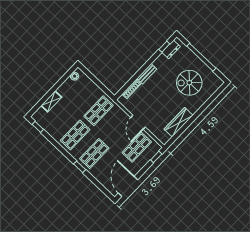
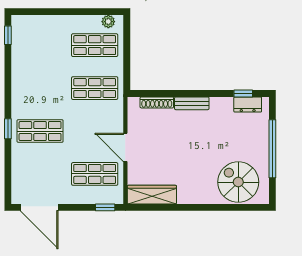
spiral stairs: (189, 83) -> (238, 182), moved
shelving: (51, 101) -> (53, 23), removed
door: (138, 122) -> (125, 147), hinge flipped
wardrobe: (178, 122) -> (152, 195), moved
shop shelf: (75, 135) -> (95, 45), moved
door: (128, 186) -> (39, 207), swing flipped

